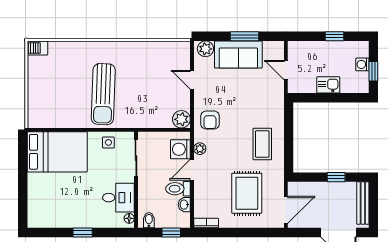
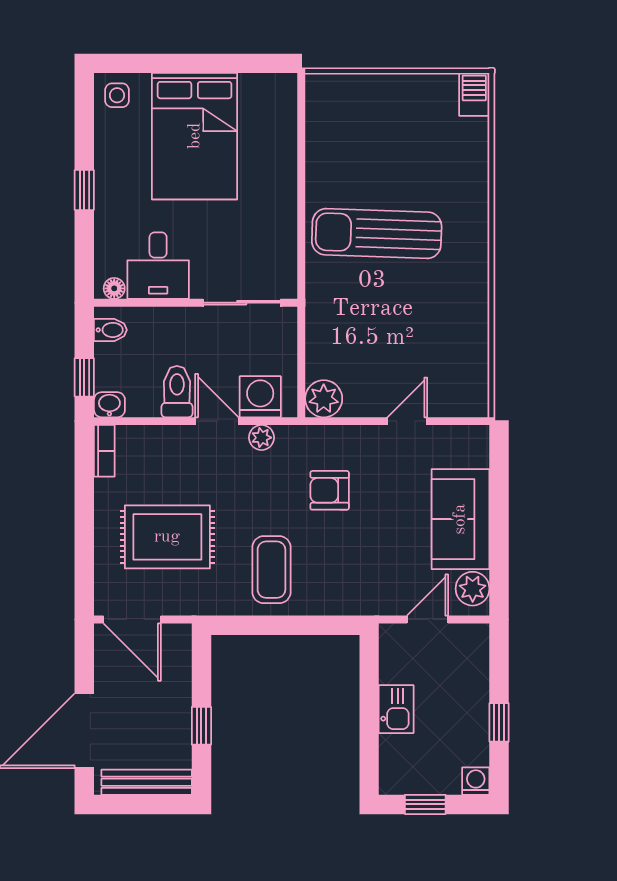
window: (245, 36) -> (499, 532), removed
plant: (205, 49) -> (473, 589), moved
washing machine: (362, 64) -> (476, 781), moved
armchair: (210, 120) -> (330, 490), moved
side table: (108, 142) -> (117, 95), moved
coffee table: (262, 144) -> (271, 570), turned 90
bed: (57, 152) -> (195, 136), moved
washbasin: (184, 205) -> (109, 405), moved

